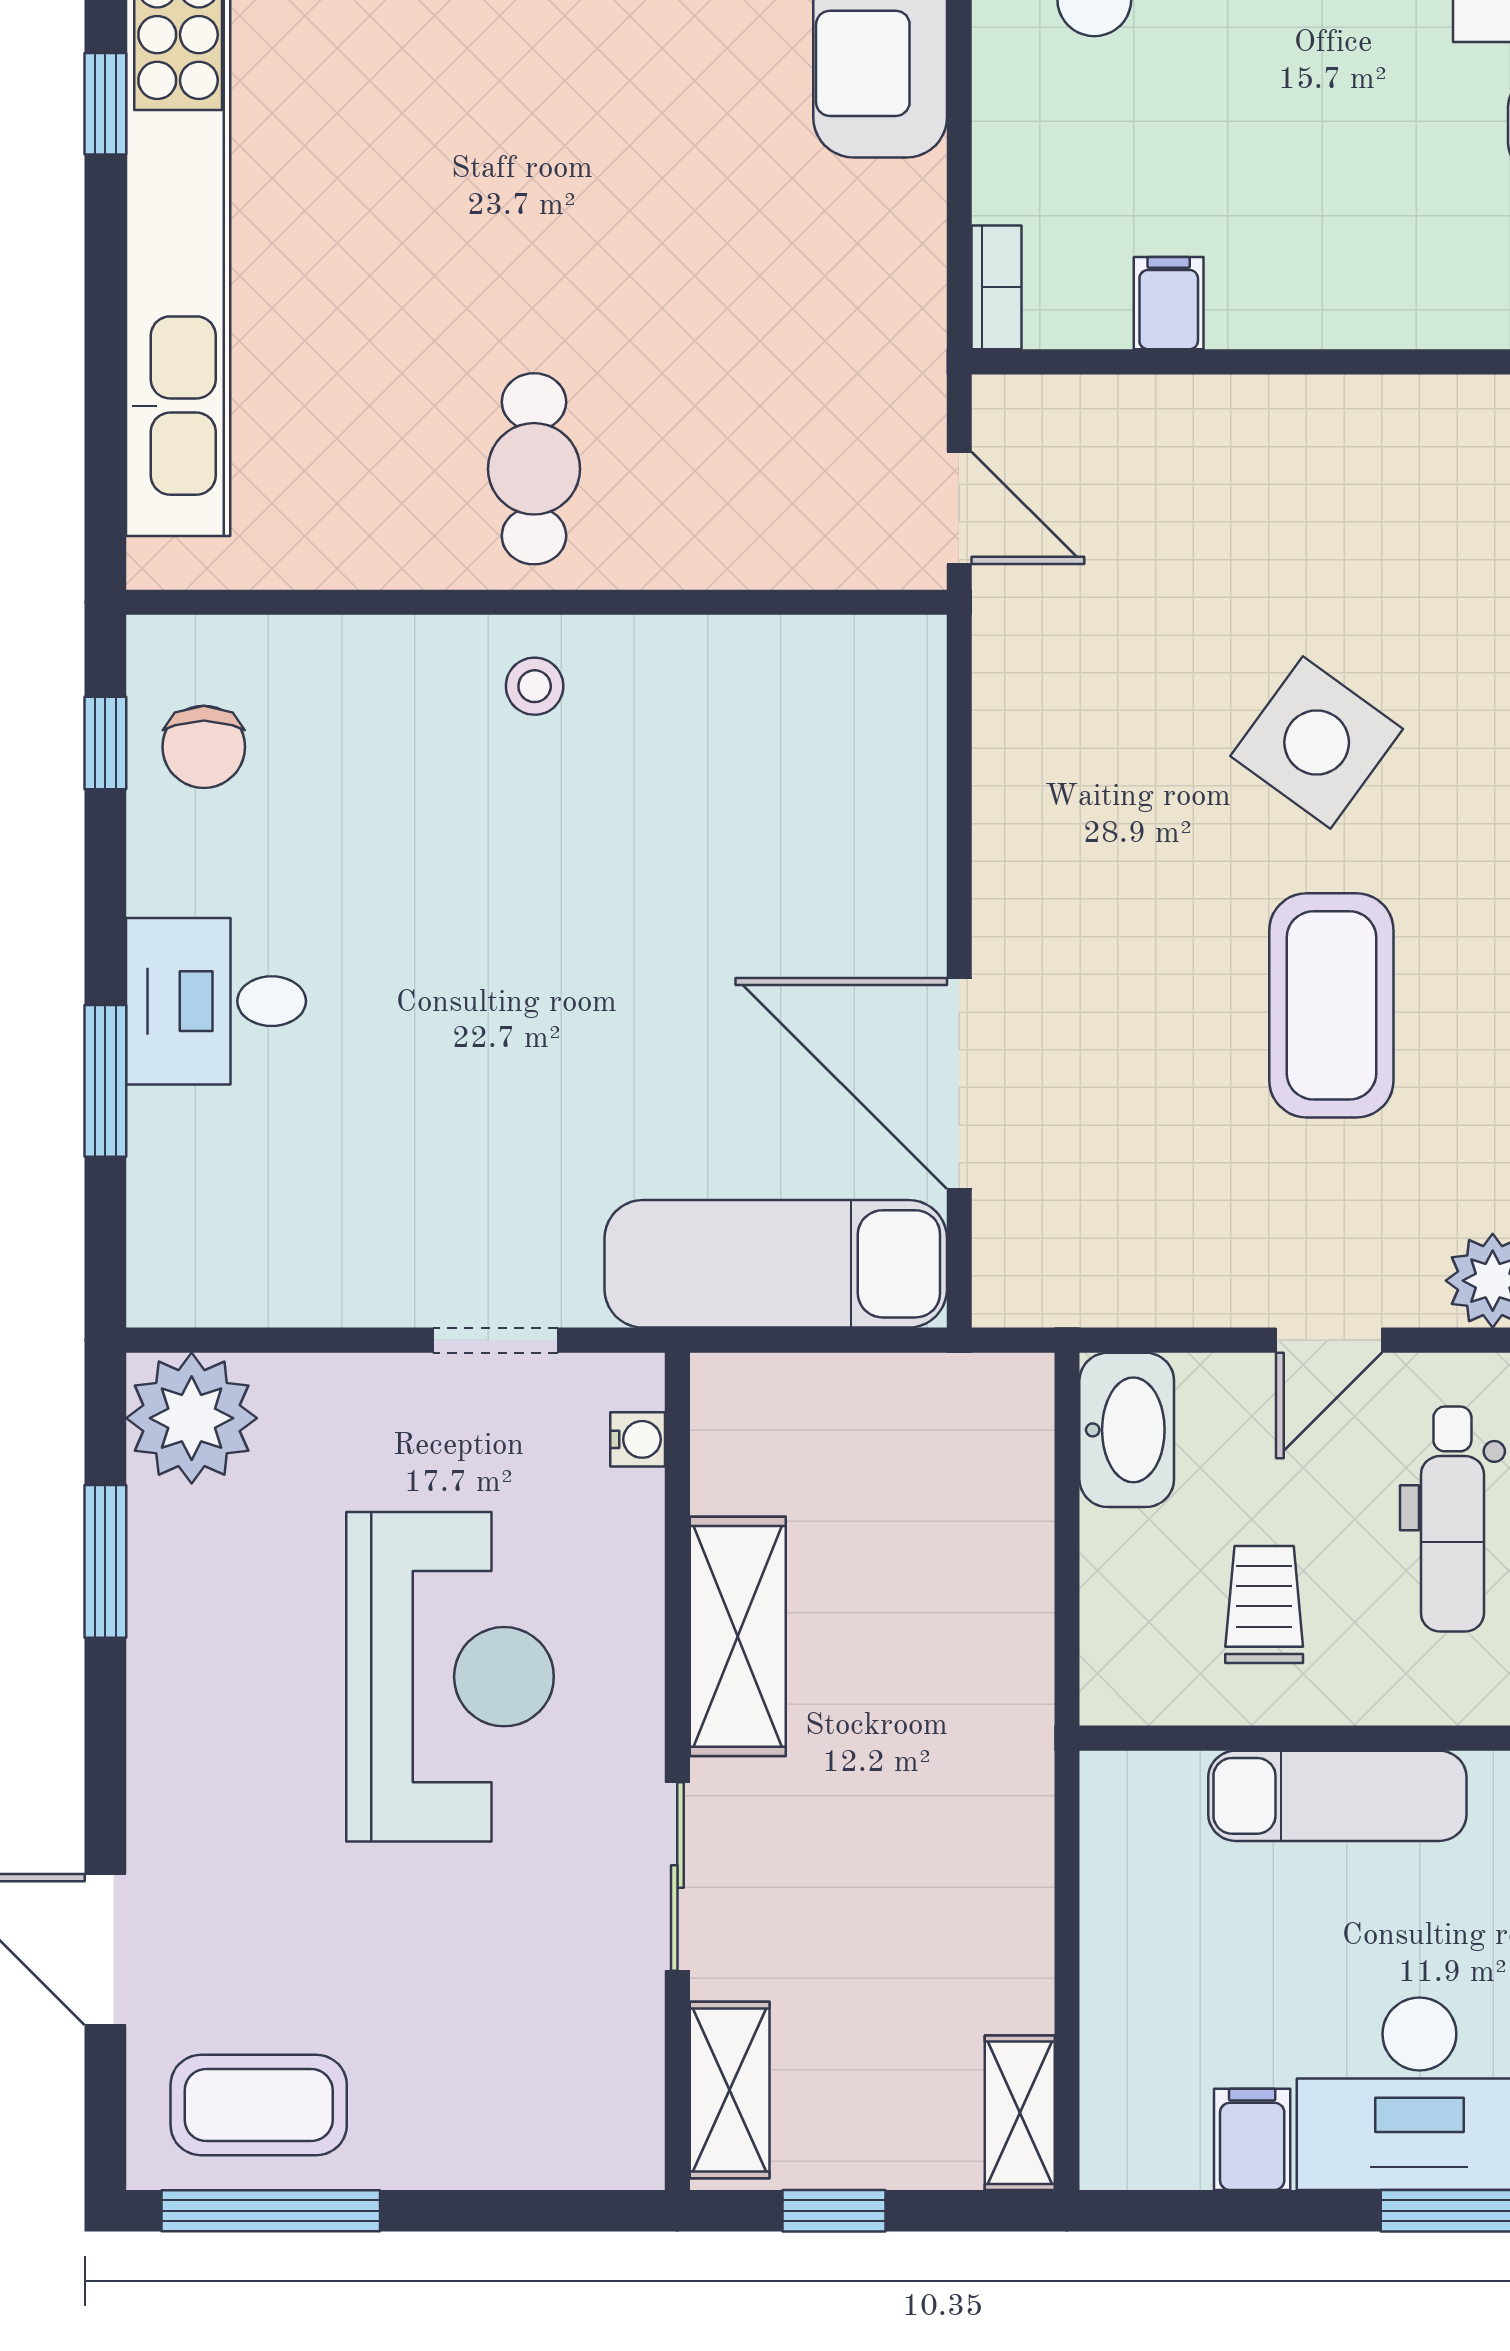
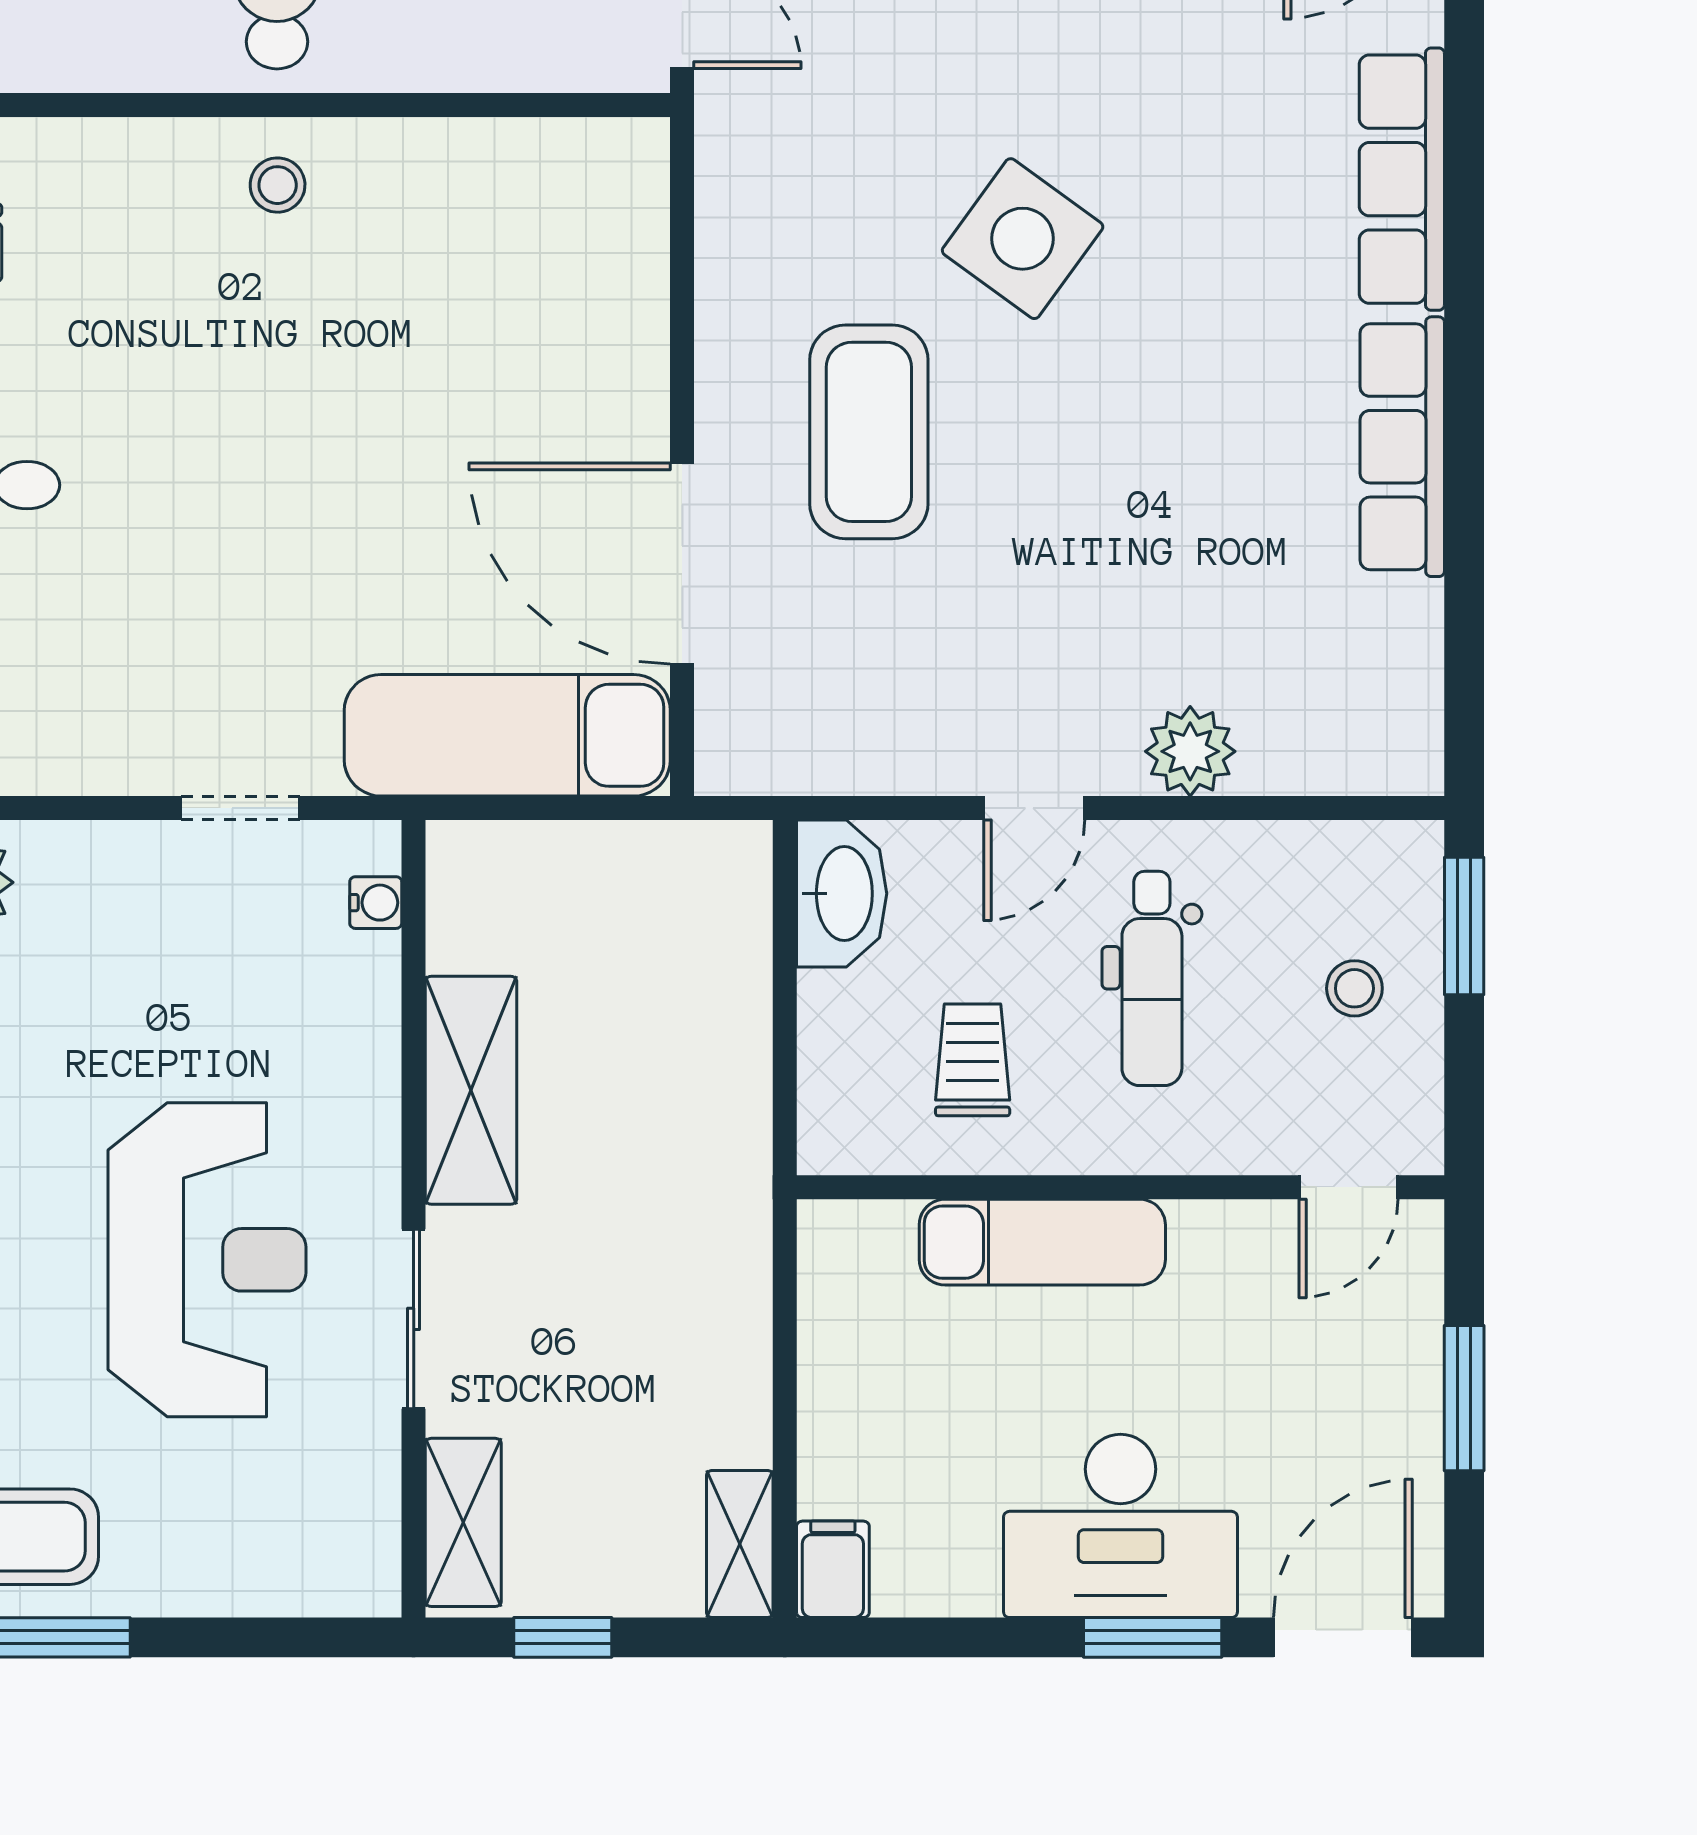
coffee table: (1331, 1005) -> (869, 432), moved
reception desk: (450, 1677) -> (207, 1260), moved
filing cabinet: (1252, 2139) -> (833, 1569), moved

